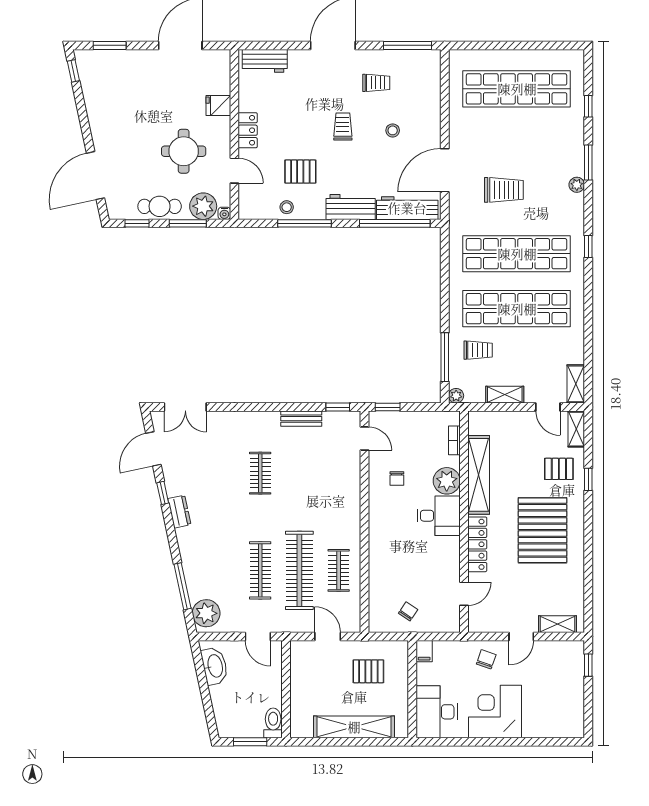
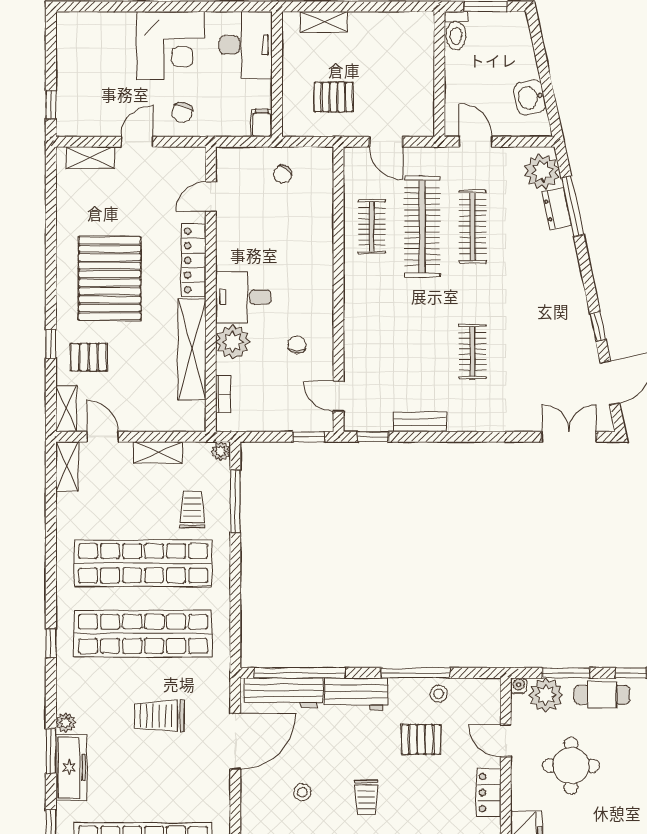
freezer: (572, 150) -> (71, 767), added
trolley: (478, 350) -> (192, 510), turned 90
dresser: (179, 512) -> (557, 209), moved
washbasin: (215, 666) -> (530, 97), width x0.72
shelving: (354, 727) -> (324, 22), width x0.45, depth x0.75

